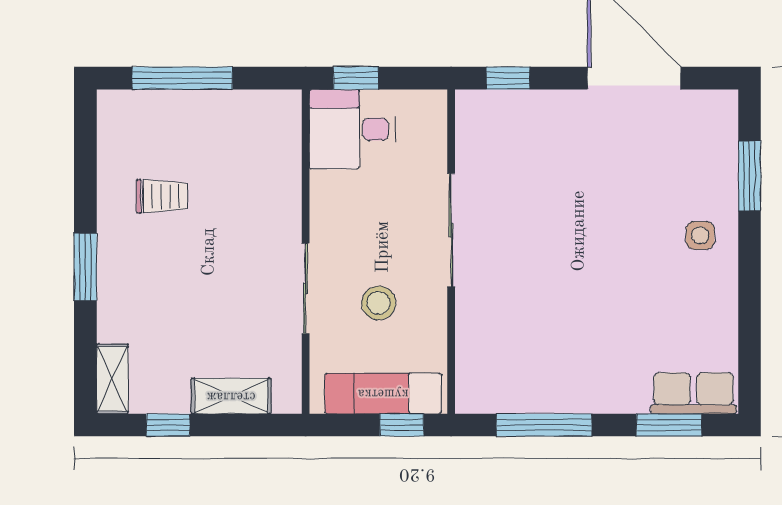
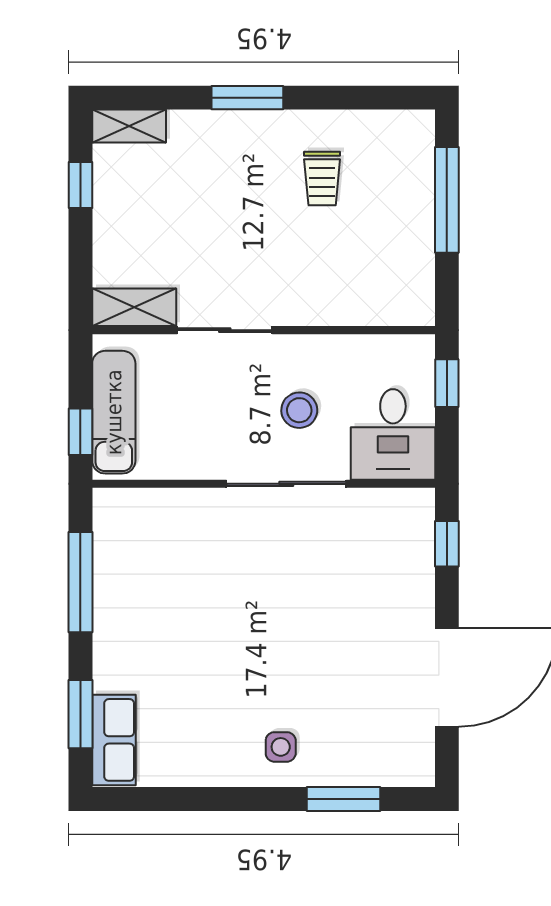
desk: (352, 129) -> (393, 434), moved, turned 180
stool: (379, 303) -> (299, 410), moved
shelving: (231, 396) -> (134, 307), moved, turned 90

